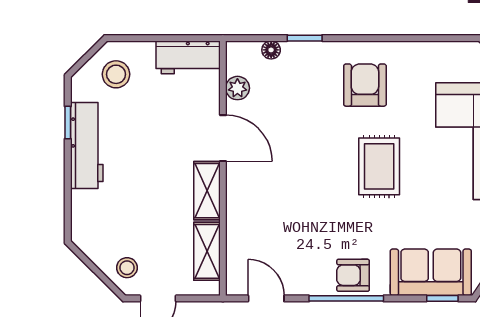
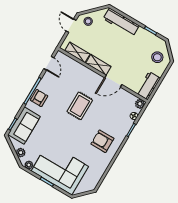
armchair: (365, 85) -> (102, 141), turned 180
plant: (237, 88) -> (140, 104), moved
workbench: (87, 145) -> (121, 22), moved
rug: (379, 166) -> (80, 106), moved, turned 90
door: (266, 298) -> (49, 63), hinge flipped

